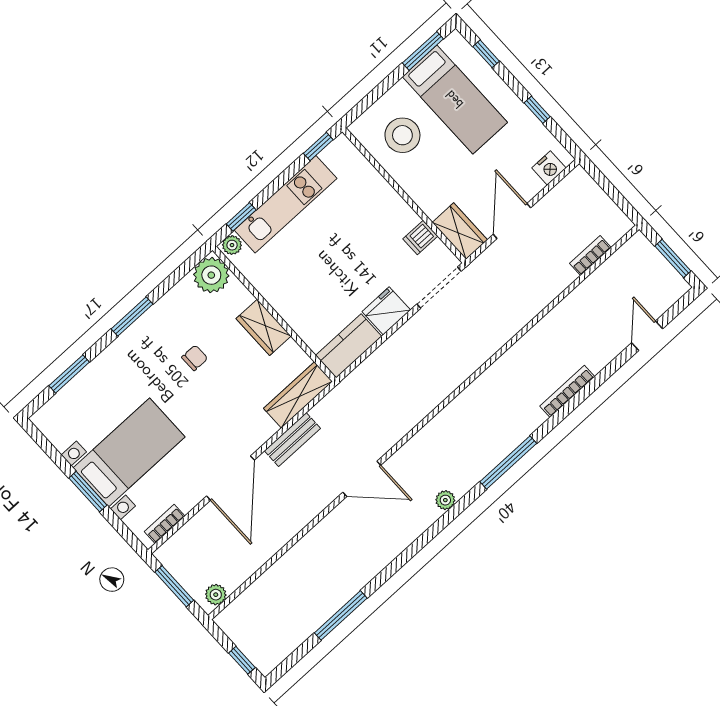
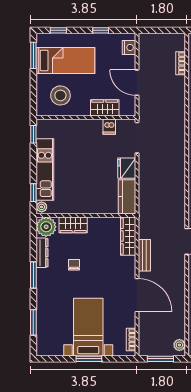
wardrobe: (460, 231) -> (105, 108), moved
dresser: (172, 301) -> (42, 253), added
wardrobe: (264, 327) -> (73, 225), moved

